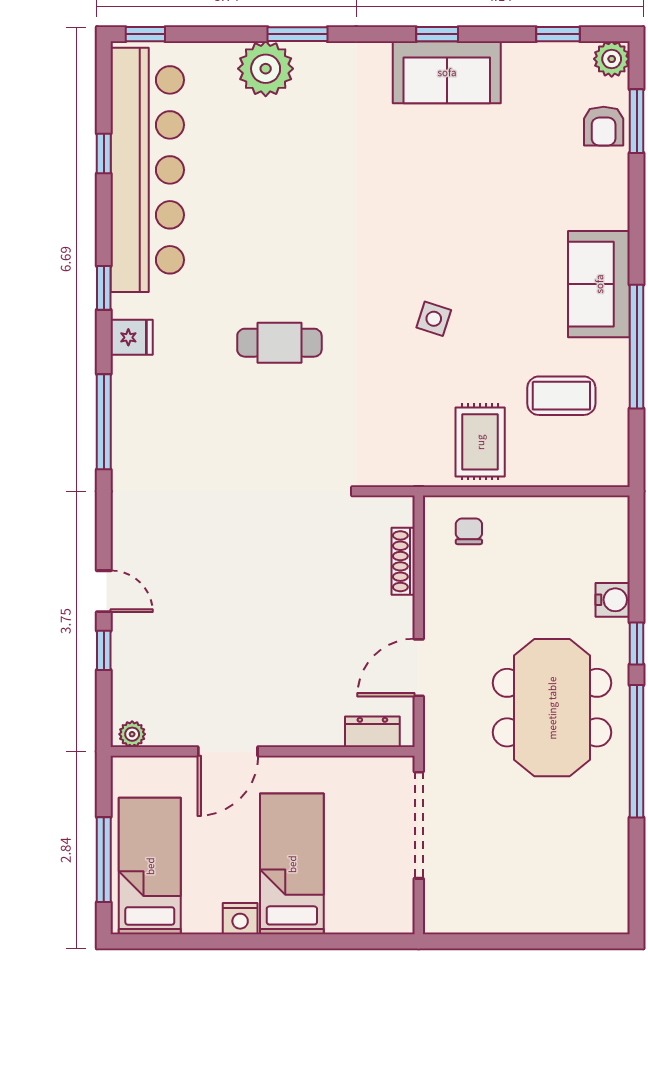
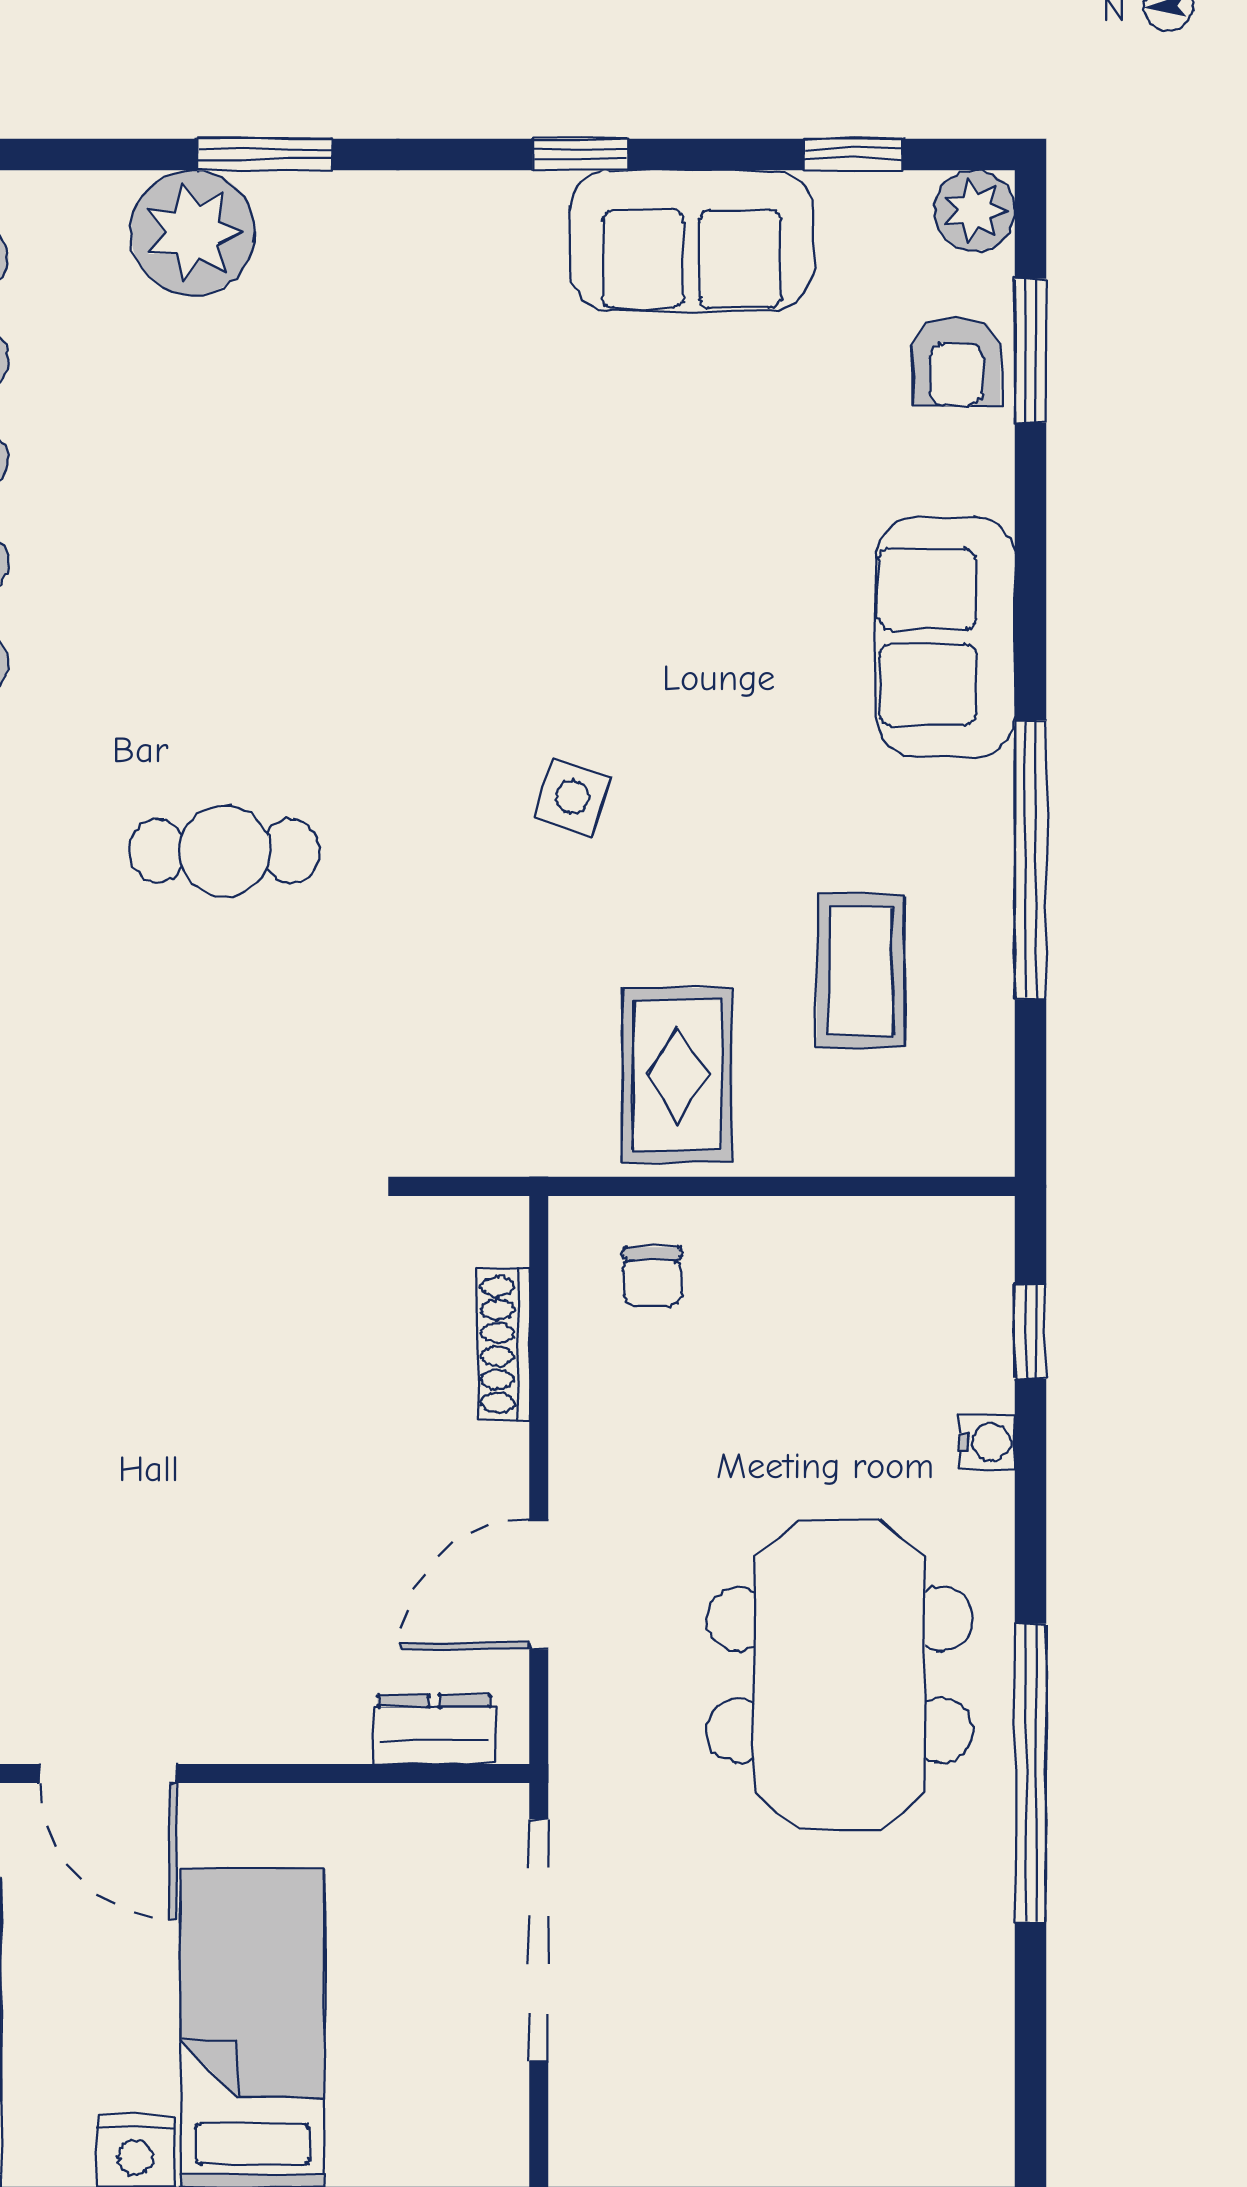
sofa: (447, 72) -> (692, 241), moved
sofa: (599, 284) -> (945, 637), moved
coffee table: (561, 396) -> (861, 971), turned 90
chair: (469, 531) -> (652, 1277), turned 180
water cooler: (613, 600) -> (987, 1442), width x0.72, depth x0.72
window: (637, 644) -> (1030, 1332), moved
door: (228, 751) -> (108, 1774), hinge flipped

